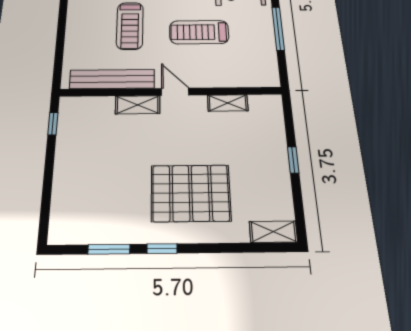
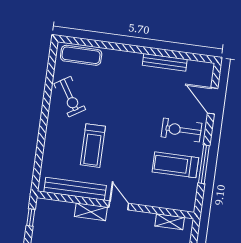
treadmill: (199, 32) -> (175, 165), moved
shelving: (228, 103) -> (170, 222), moved

